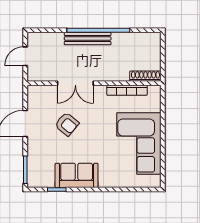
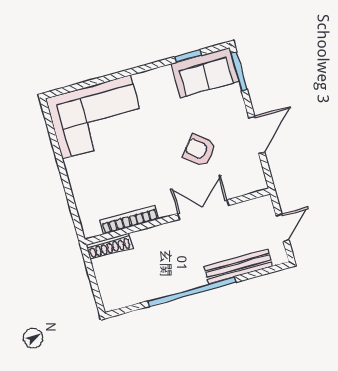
bench: (88, 38) -> (238, 266), moved
corner sofa: (139, 143) -> (96, 117), moved, turned 90
sofa: (77, 175) -> (205, 72), moved

